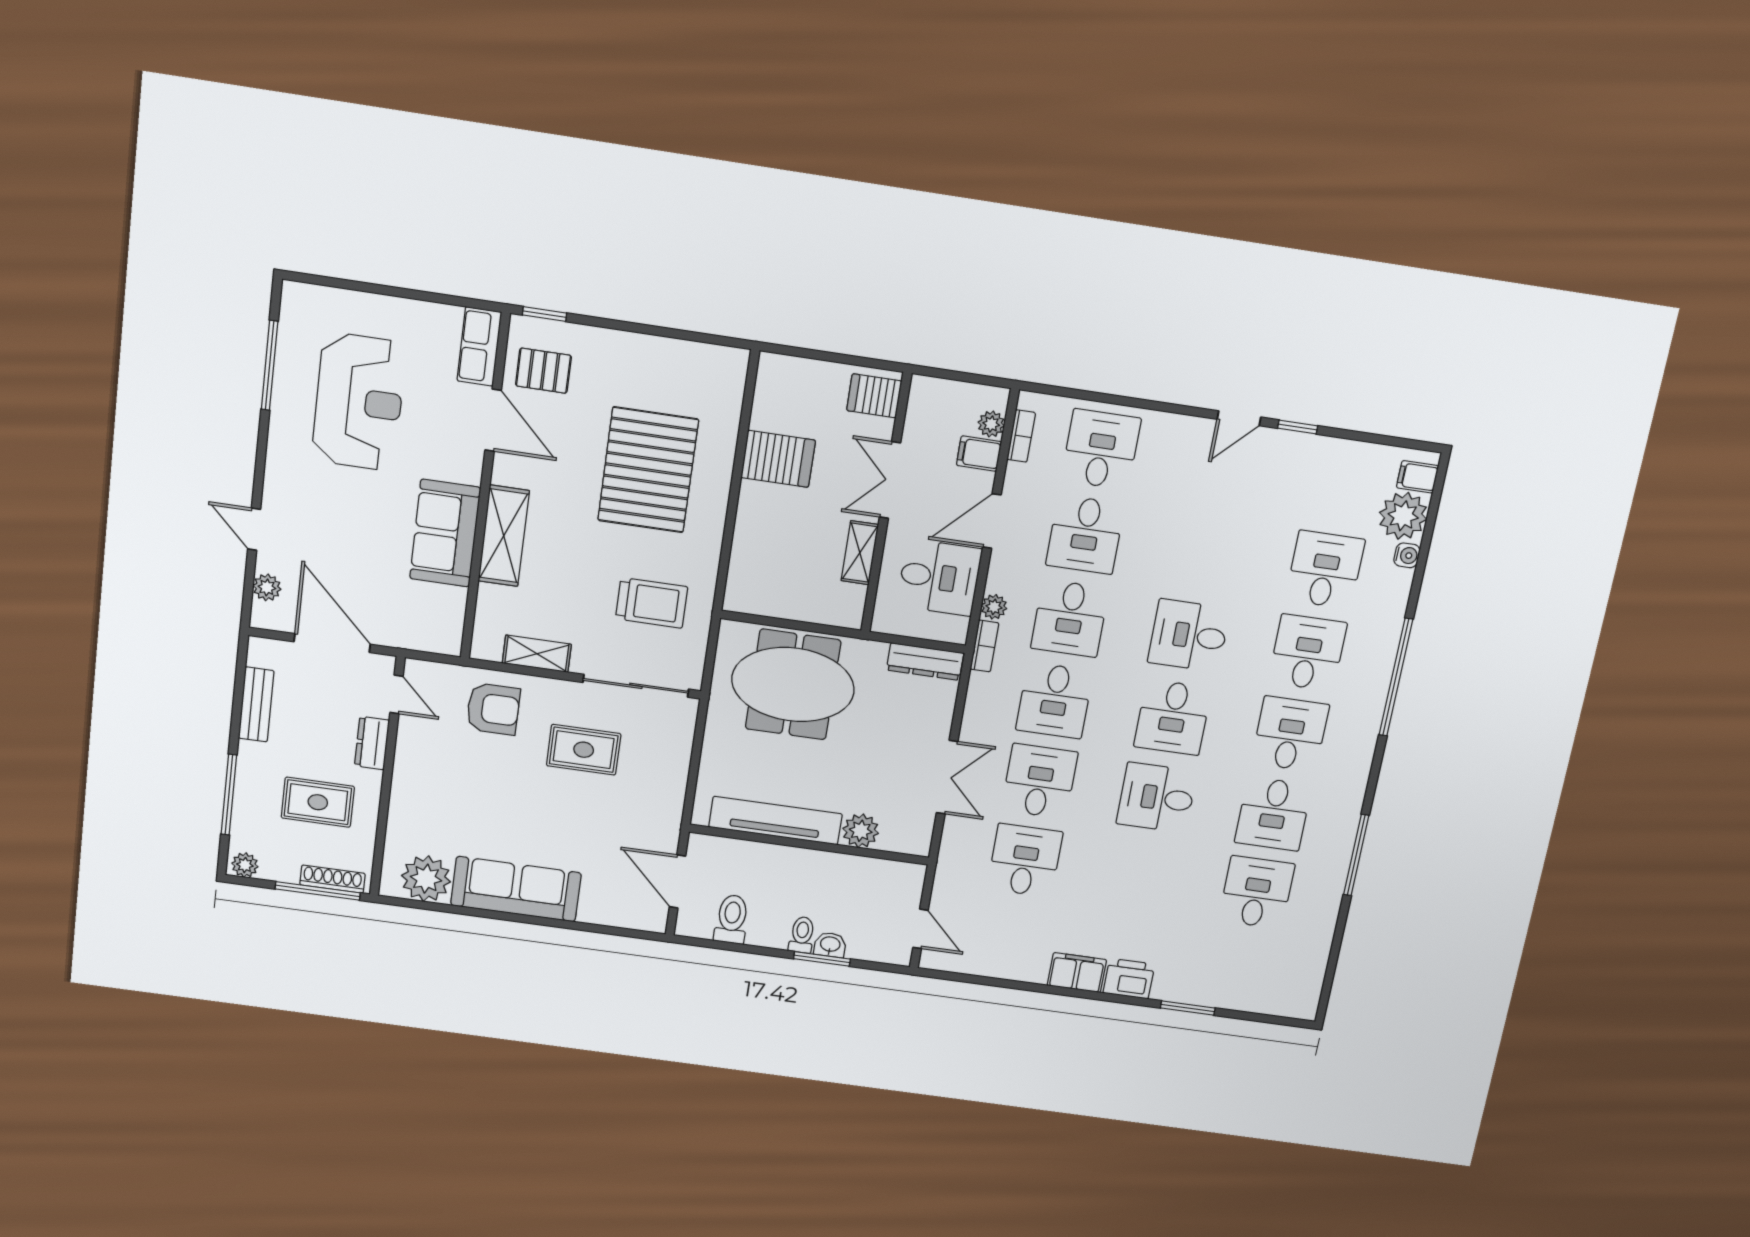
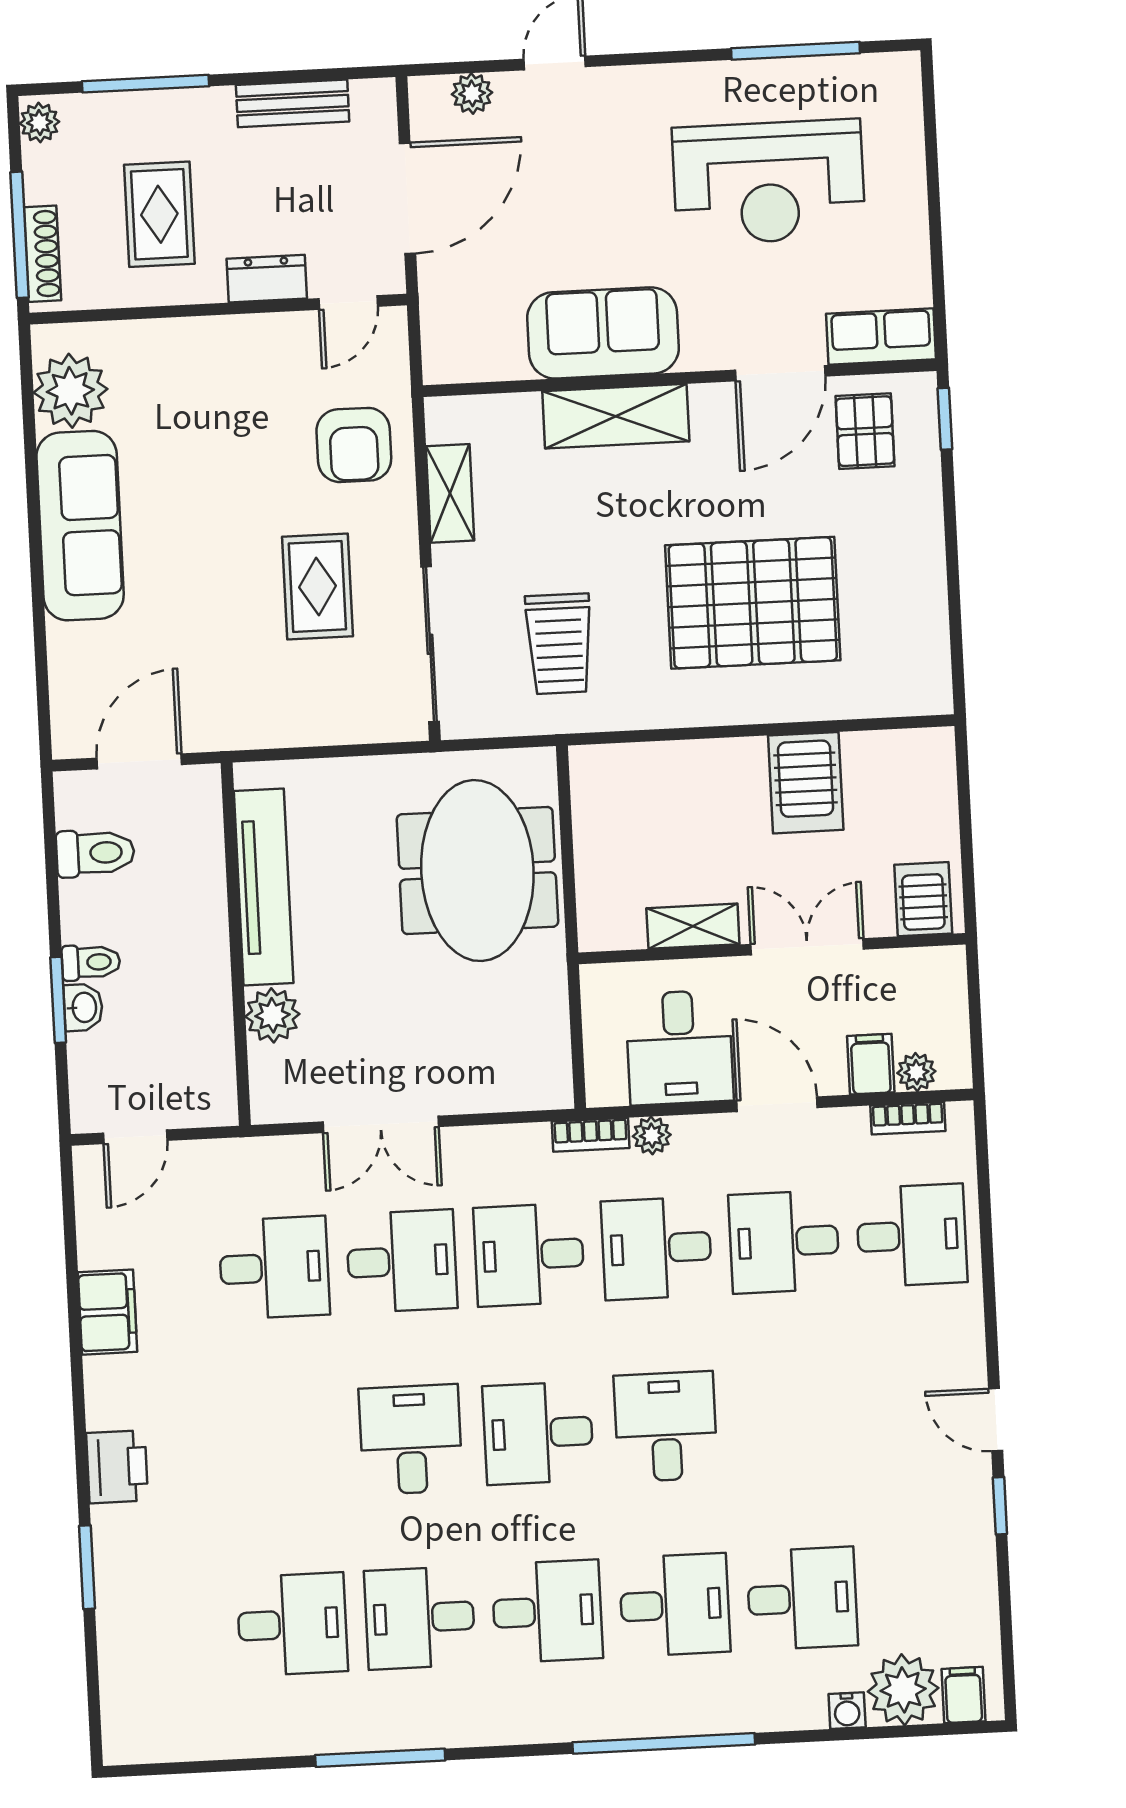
dresser: (925, 662) -> (550, 1054), removed
filing cabinet: (1077, 973) -> (108, 1312), moved

